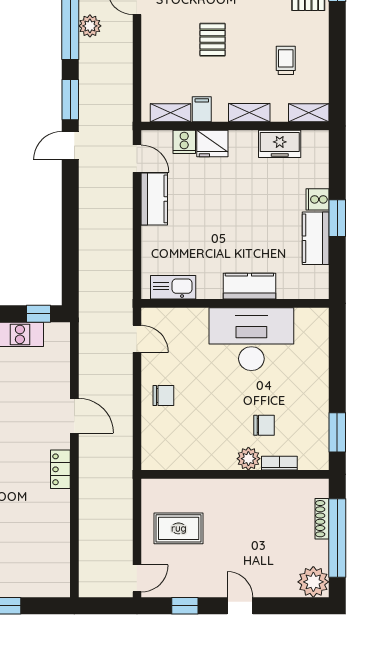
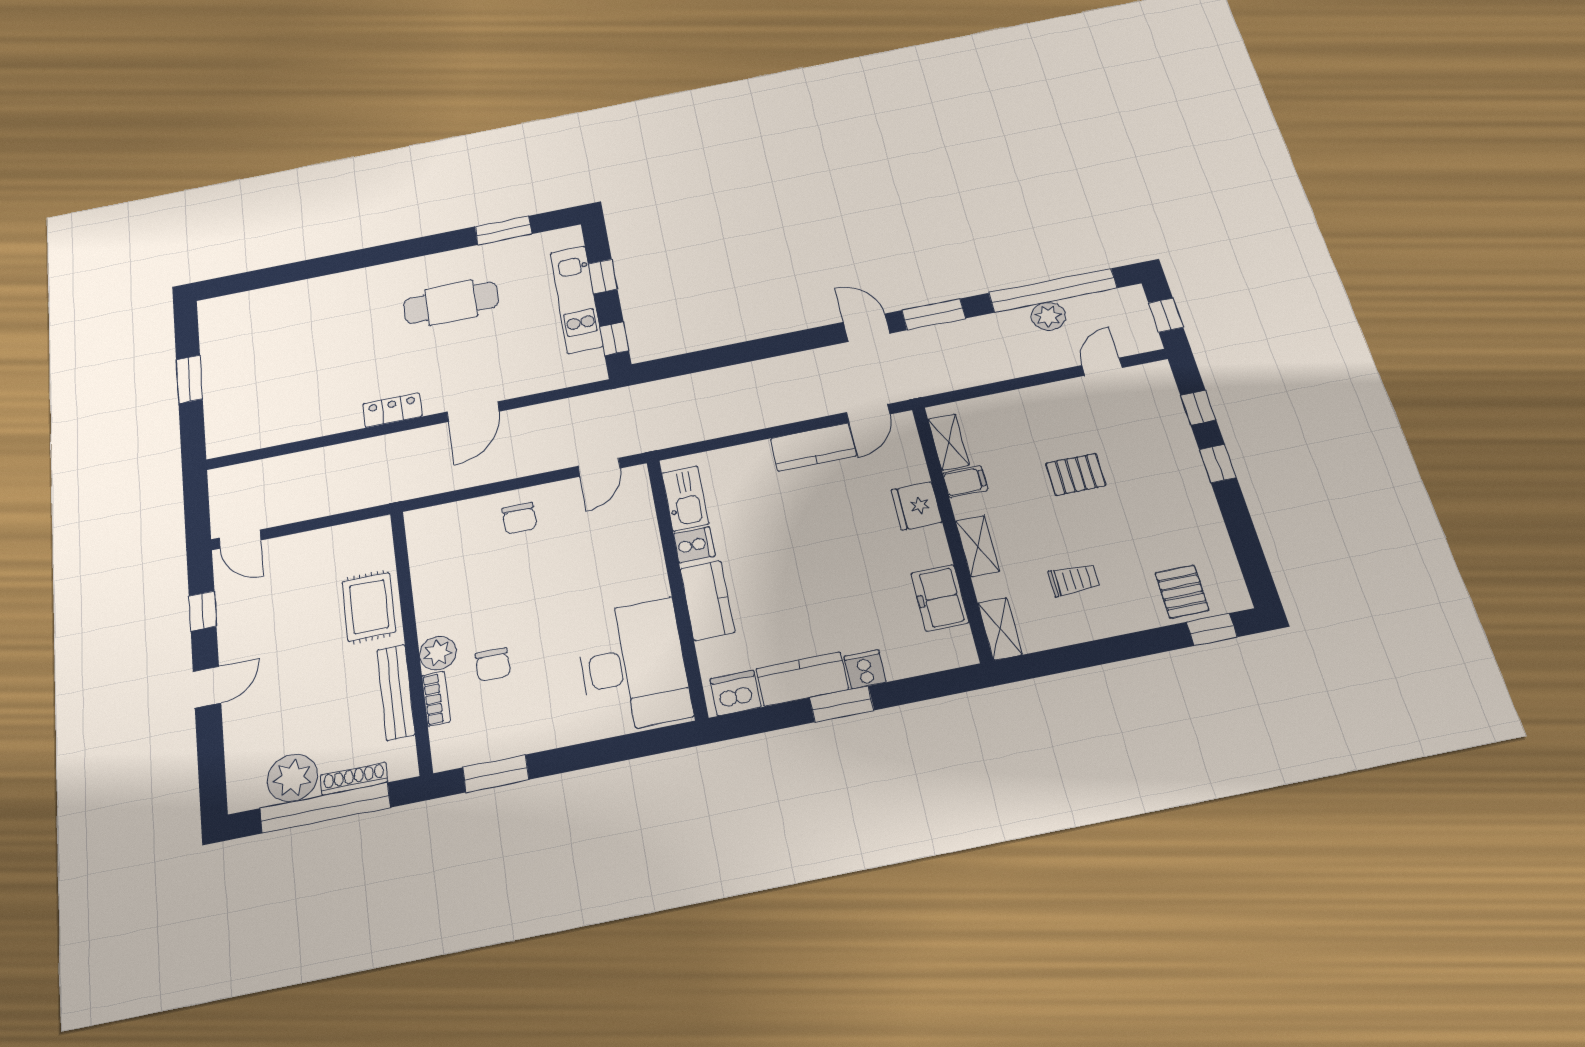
cooker: (184, 142) -> (694, 545), moved, turned 180
dishwasher: (316, 280) -> (735, 693), added
desk: (251, 339) -> (633, 666), moved
bench: (270, 487) -> (396, 692), added
rug: (179, 528) -> (369, 607), moved
plant: (313, 582) -> (292, 778), moved

